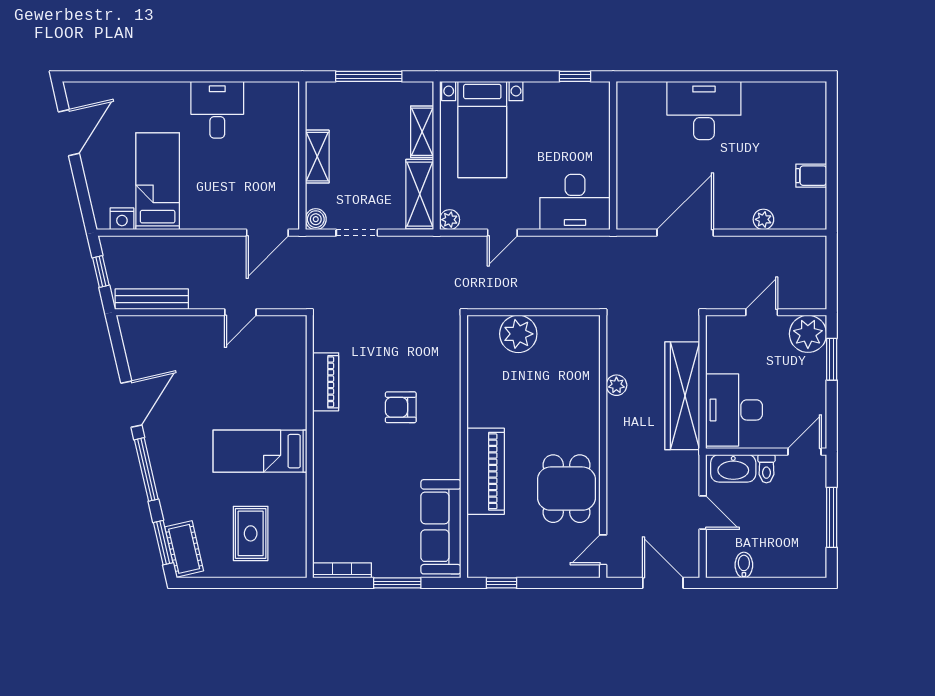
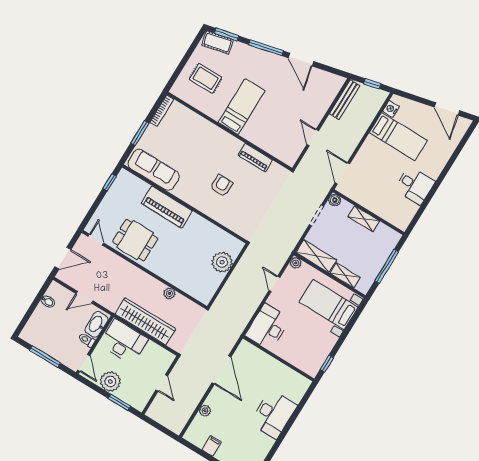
plant: (808, 334) -> (110, 381), moved

